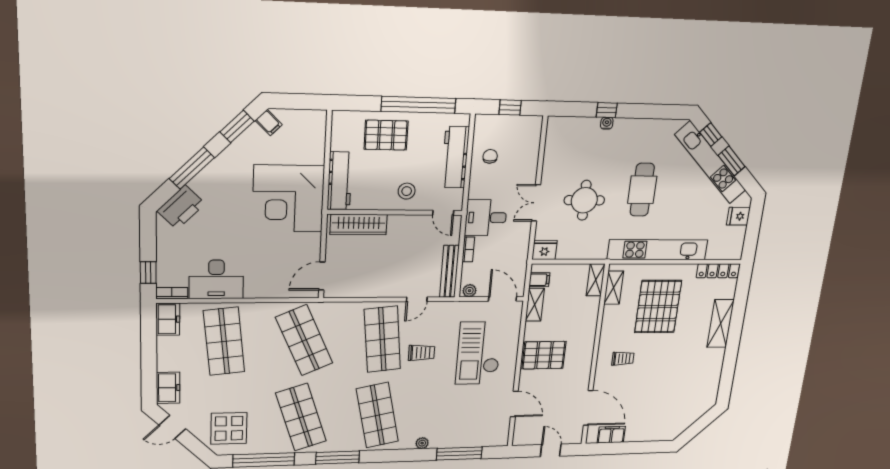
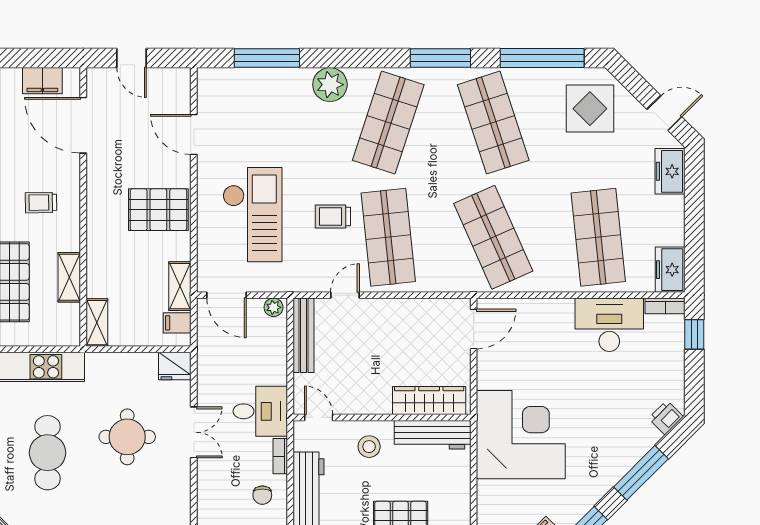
workbench: (340, 181) -> (433, 435), moved, turned -90
printer: (181, 207) -> (666, 418), width x0.53, depth x0.68
bookcase: (468, 249) -> (280, 456), moved
shelving: (614, 288) -> (69, 277), moved
shop shelf: (377, 415) -> (388, 123), turned 30
plant: (422, 443) -> (330, 85), width x1.87, depth x1.87

